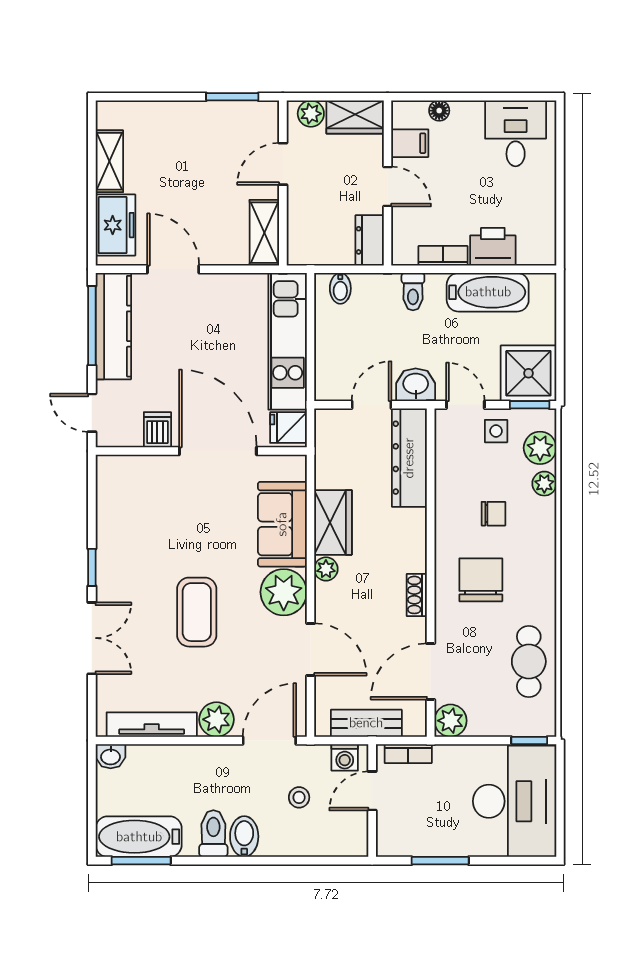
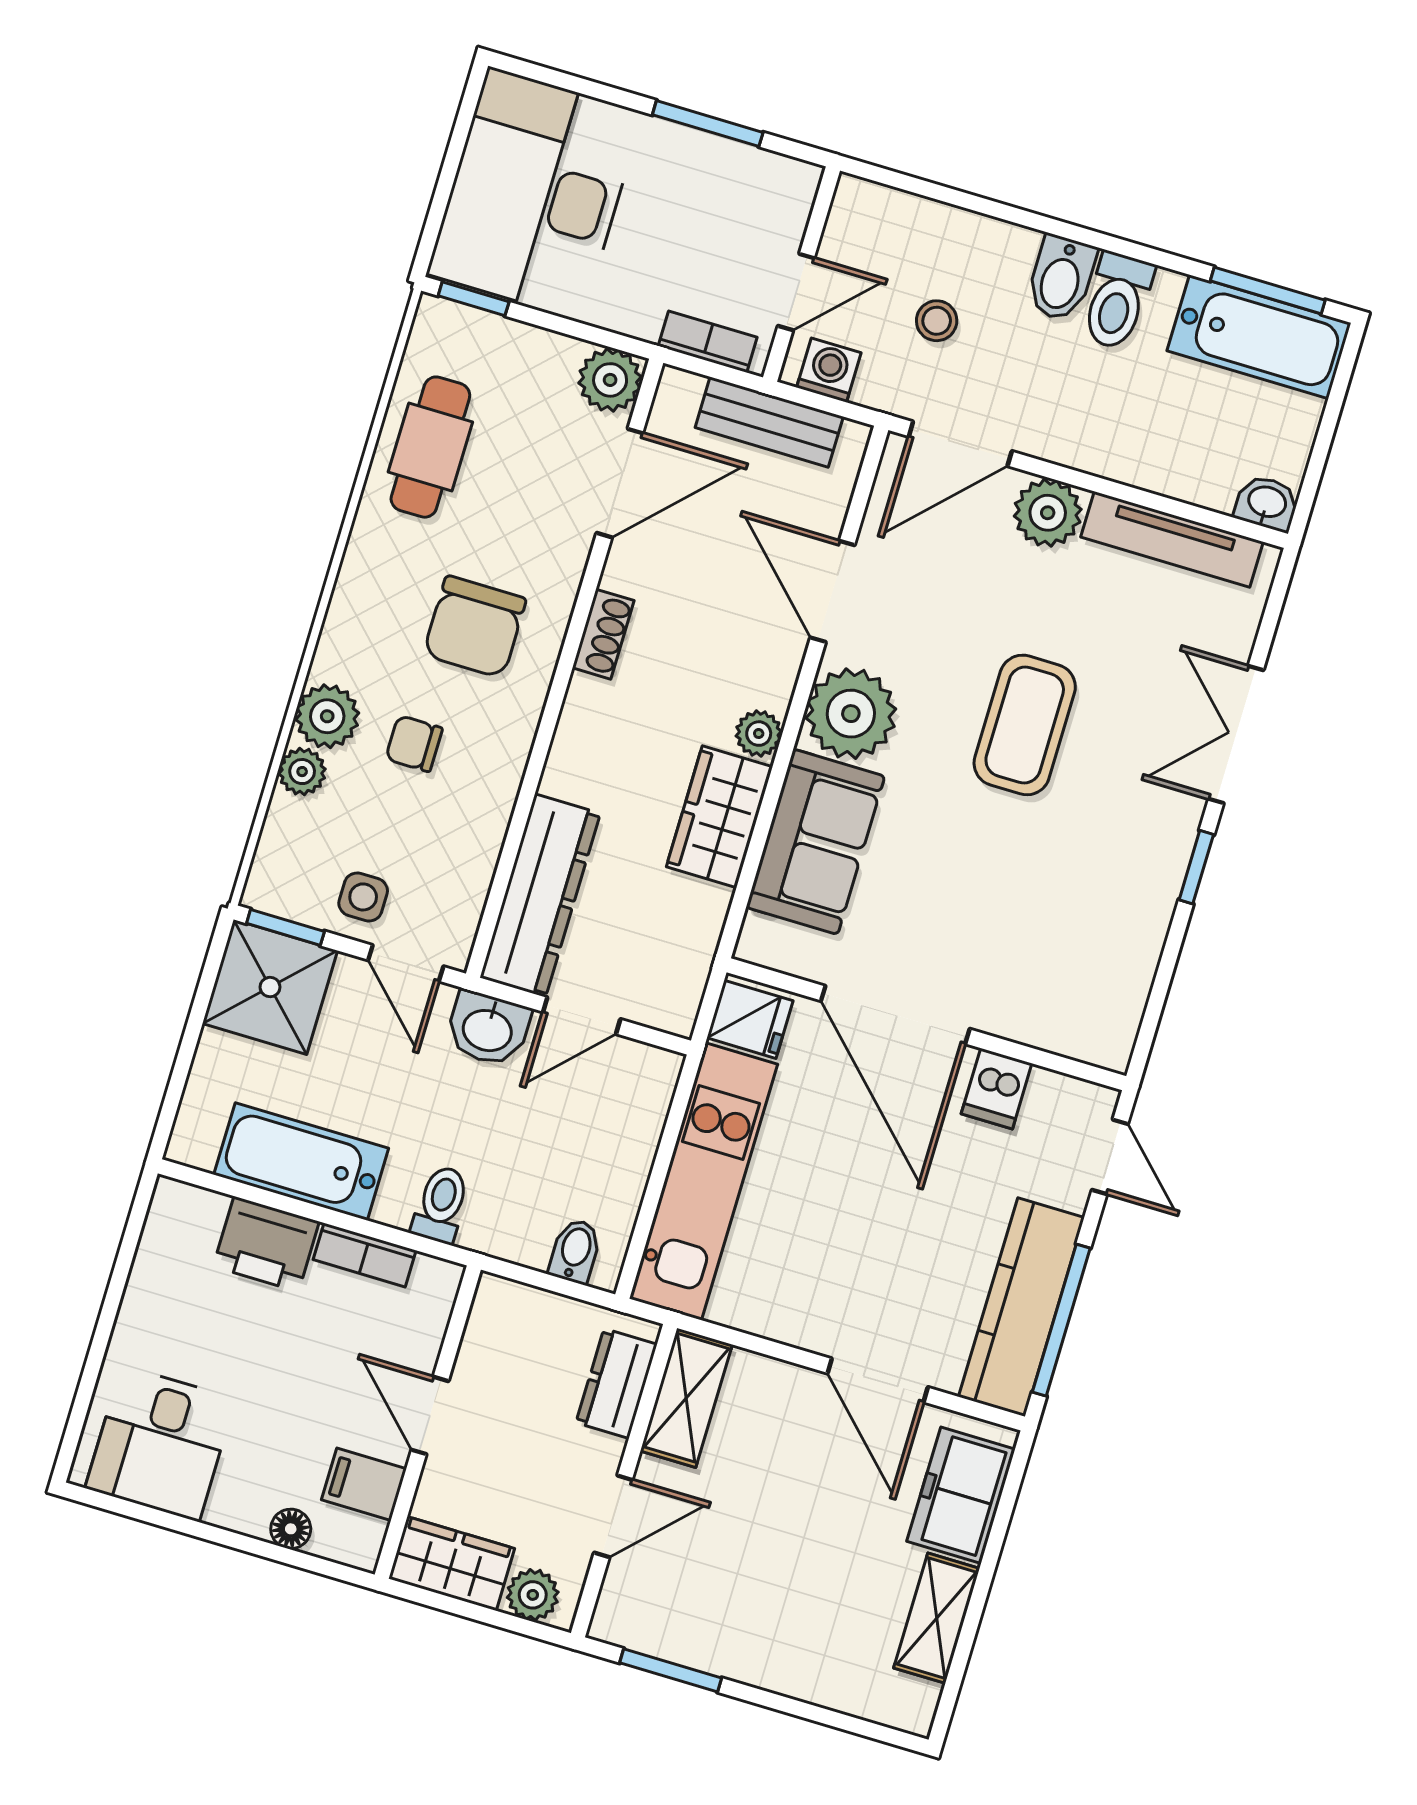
dresser: (370, 240) -> (616, 1383), moved, turned 180
plant: (540, 448) -> (327, 716), moved

